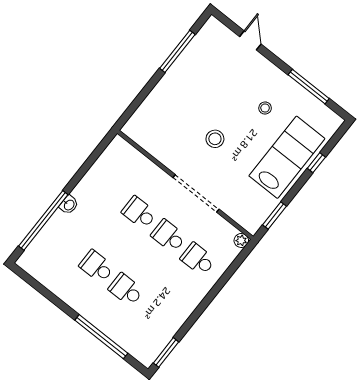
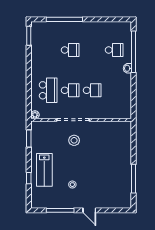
door: (250, 40) -> (89, 210), moved
stool: (215, 139) -> (74, 140), moved
lab bench: (287, 157) -> (44, 170), width x0.73, depth x0.72
school desk: (198, 259) -> (48, 90), width x1.85
school desk: (97, 266) -> (114, 50), moved

